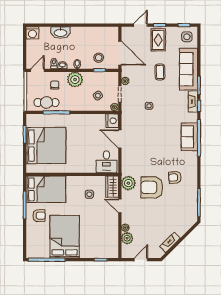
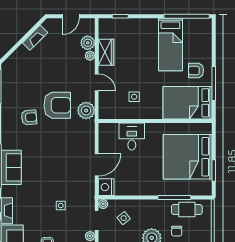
door: (120, 139) -> (97, 165), hinge flipped
desk: (106, 162) -> (132, 137), moved
wardrobe: (112, 187) -> (106, 52), moved
bed: (65, 237) -> (170, 45), width x0.67

